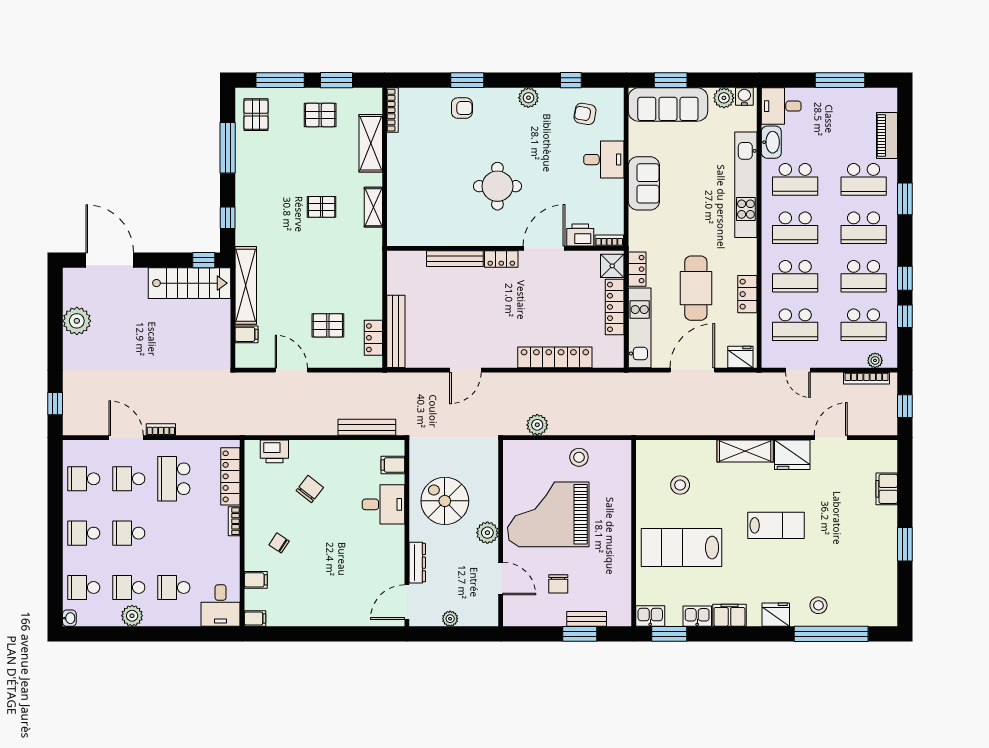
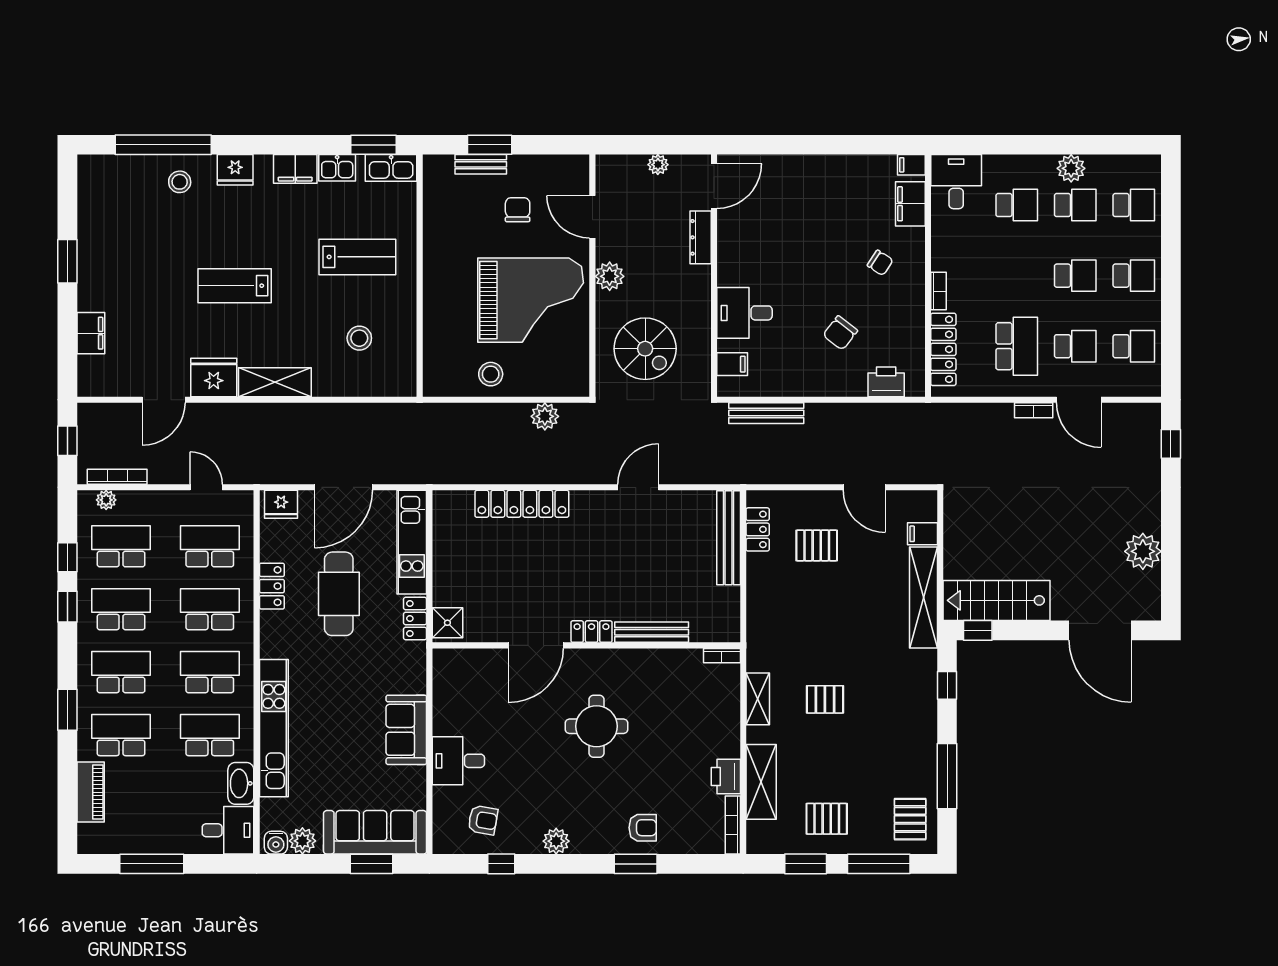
armchair: (462, 108) -> (643, 828), turned 180
printer: (580, 235) -> (726, 777), moved, turned 90
bookcase: (609, 241) -> (722, 656), moved
locker: (615, 307) -> (444, 569), removed
spiral stairs: (445, 501) -> (645, 349), moved
lab bench: (682, 548) -> (357, 257), width x0.73, depth x0.72
filing cabinet: (256, 580) -> (910, 204), width x2.00
kitchen sink: (650, 616) -> (391, 168), width x1.38
washbasin: (69, 618) -> (1152, 165), removed

